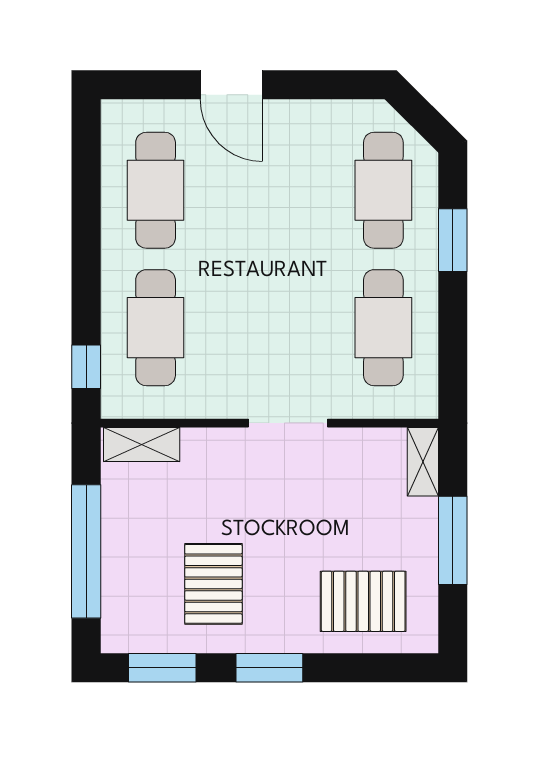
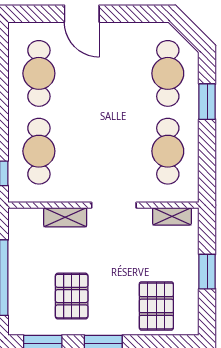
shelving: (142, 445) -> (65, 217), moved
shelving: (423, 462) -> (172, 216), moved, turned 90
window: (453, 540) -> (207, 272), width x0.69
pallet: (363, 601) -> (156, 306), turned 90

